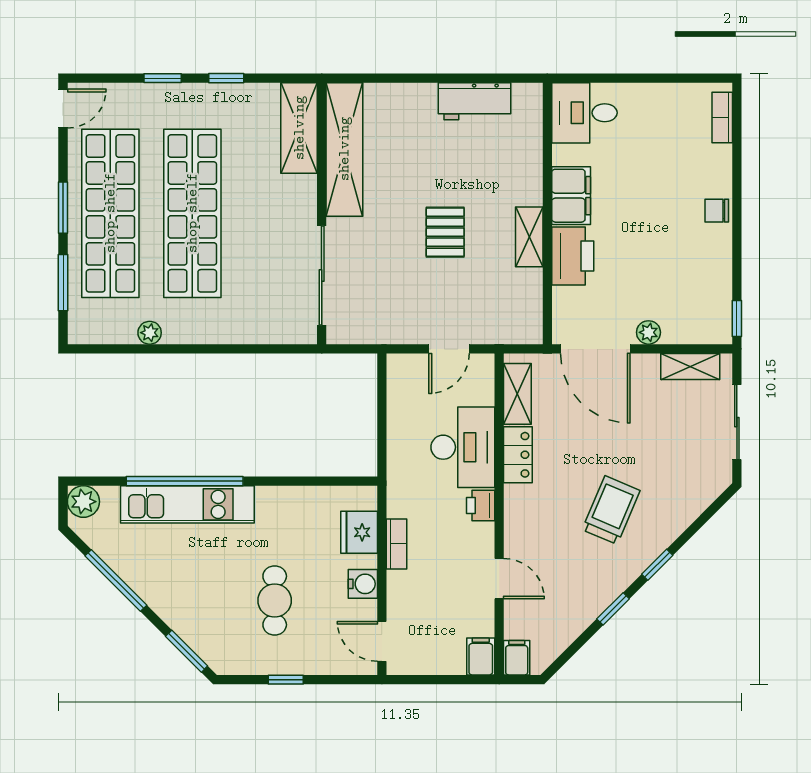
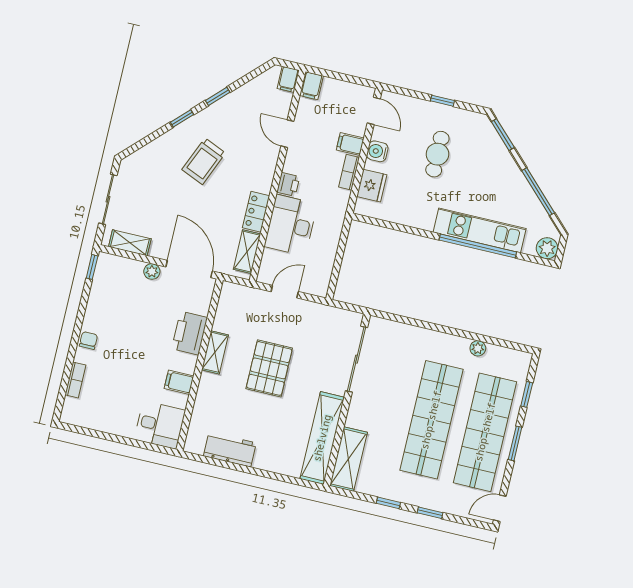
bookcase: (722, 118) -> (75, 380), moved
filing cabinet: (571, 196) -> (179, 382), width x0.50
chair: (717, 211) -> (88, 341), turned -90
pallet: (445, 232) -> (269, 368), width x1.50, depth x1.42
window: (63, 283) -> (527, 394), width x0.67
filing cabinet: (405, 585) -> (350, 144), added

